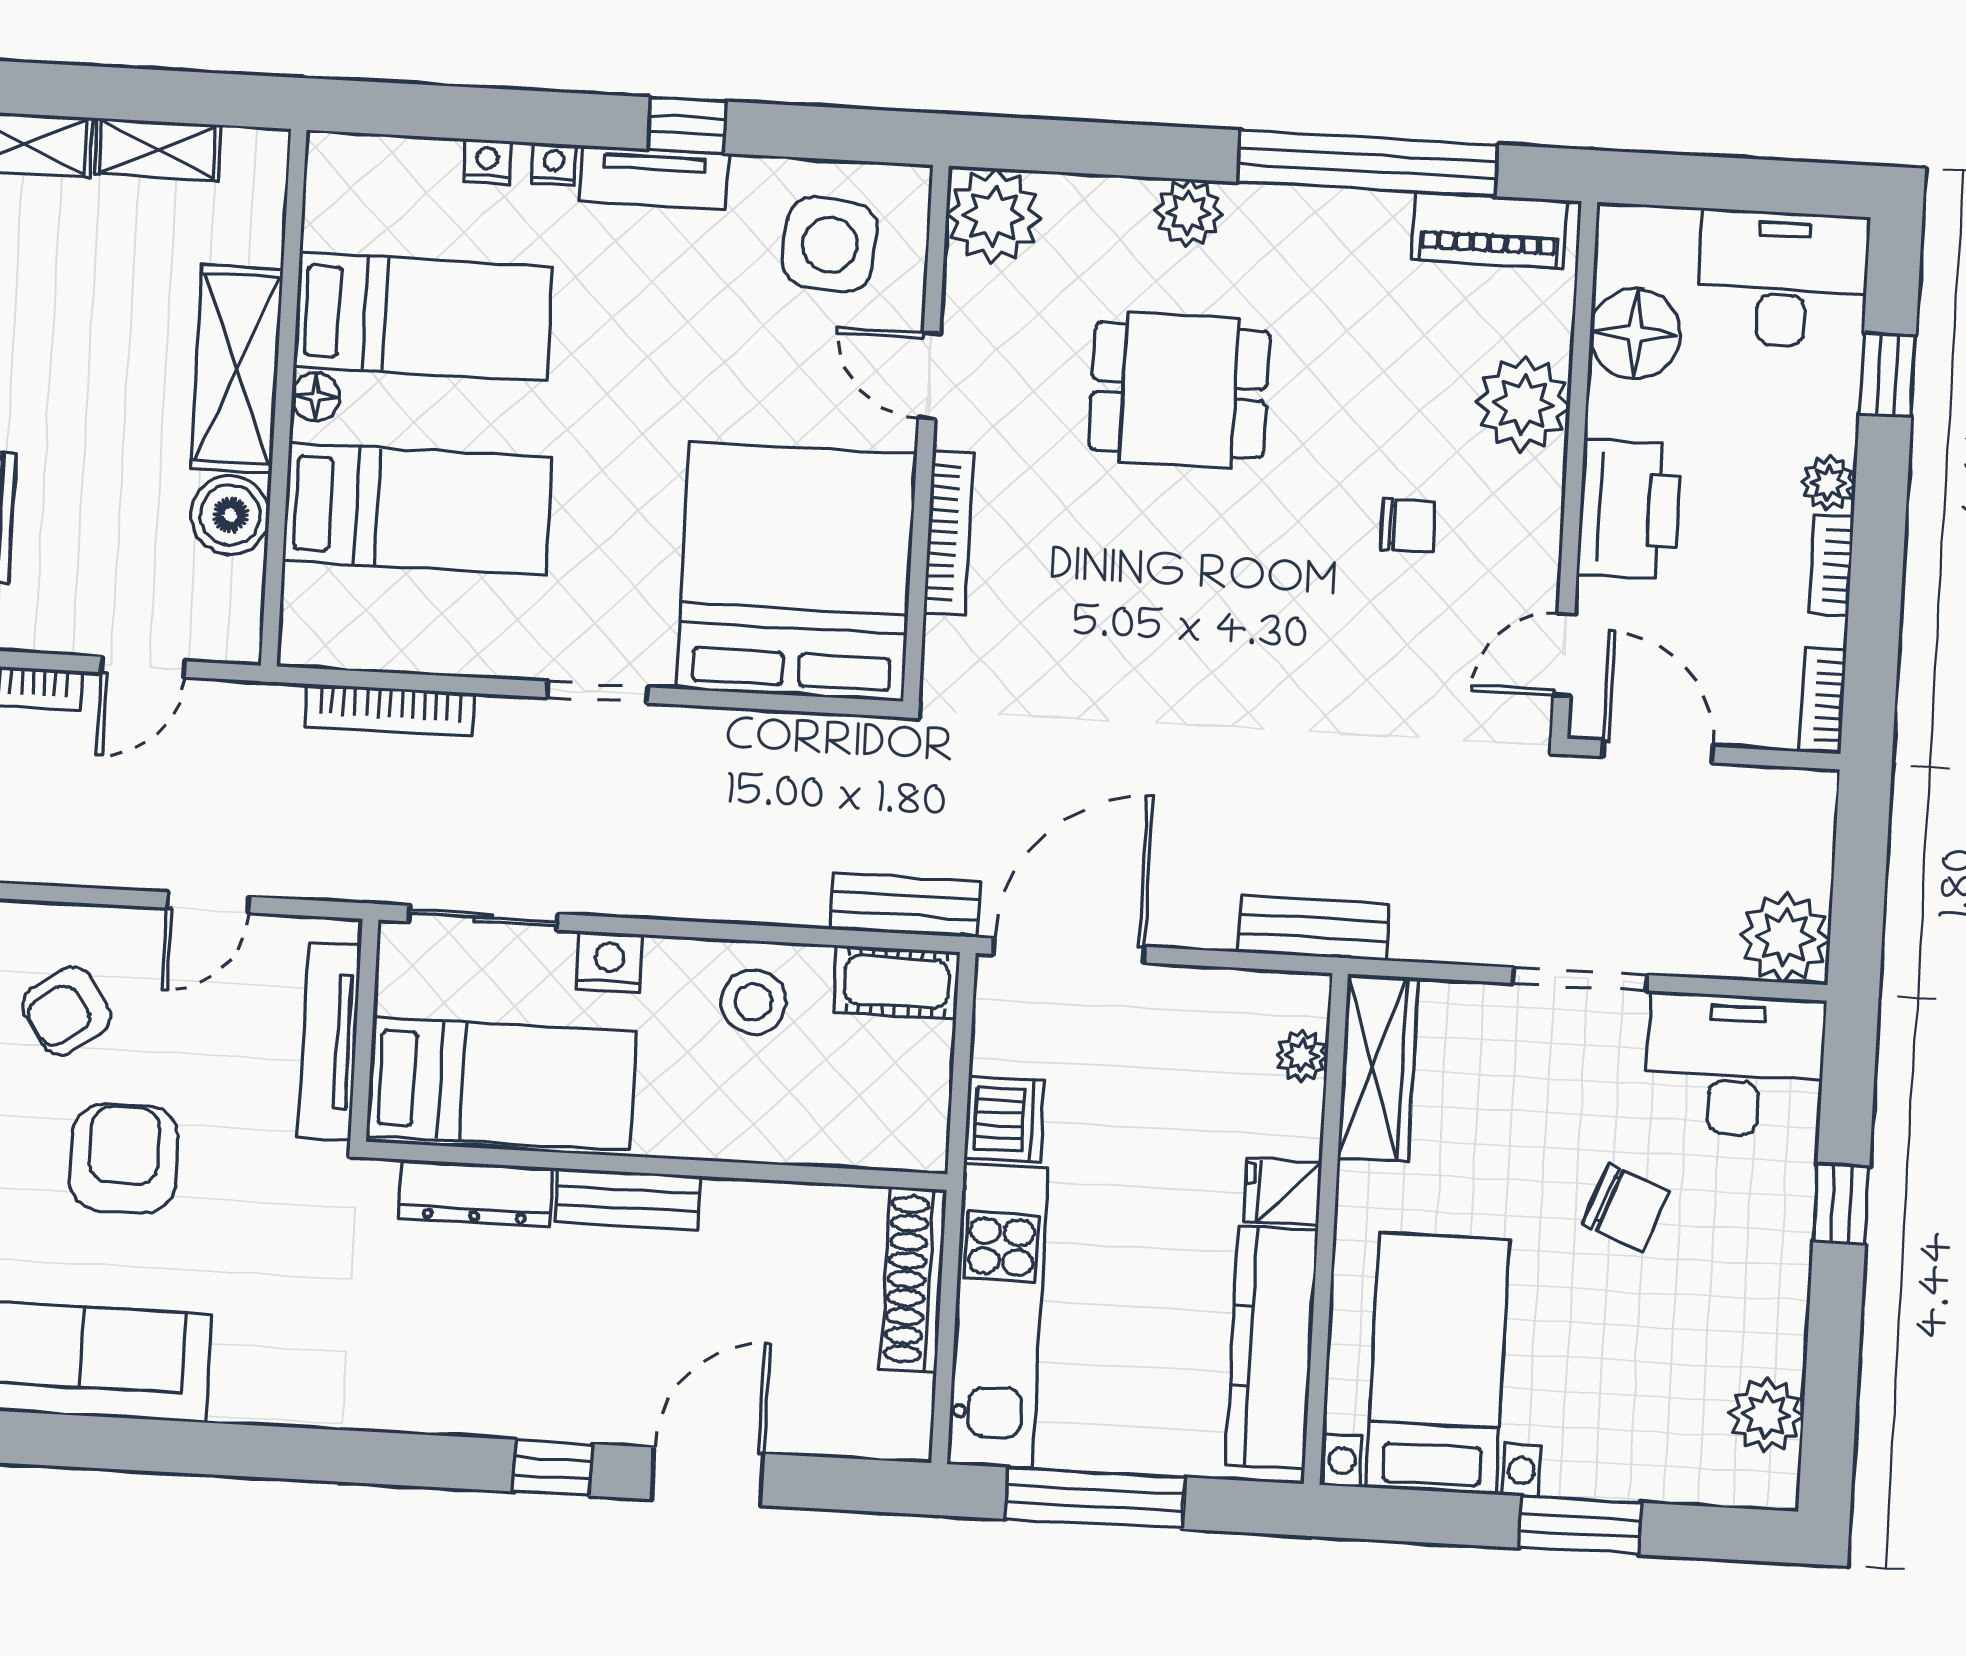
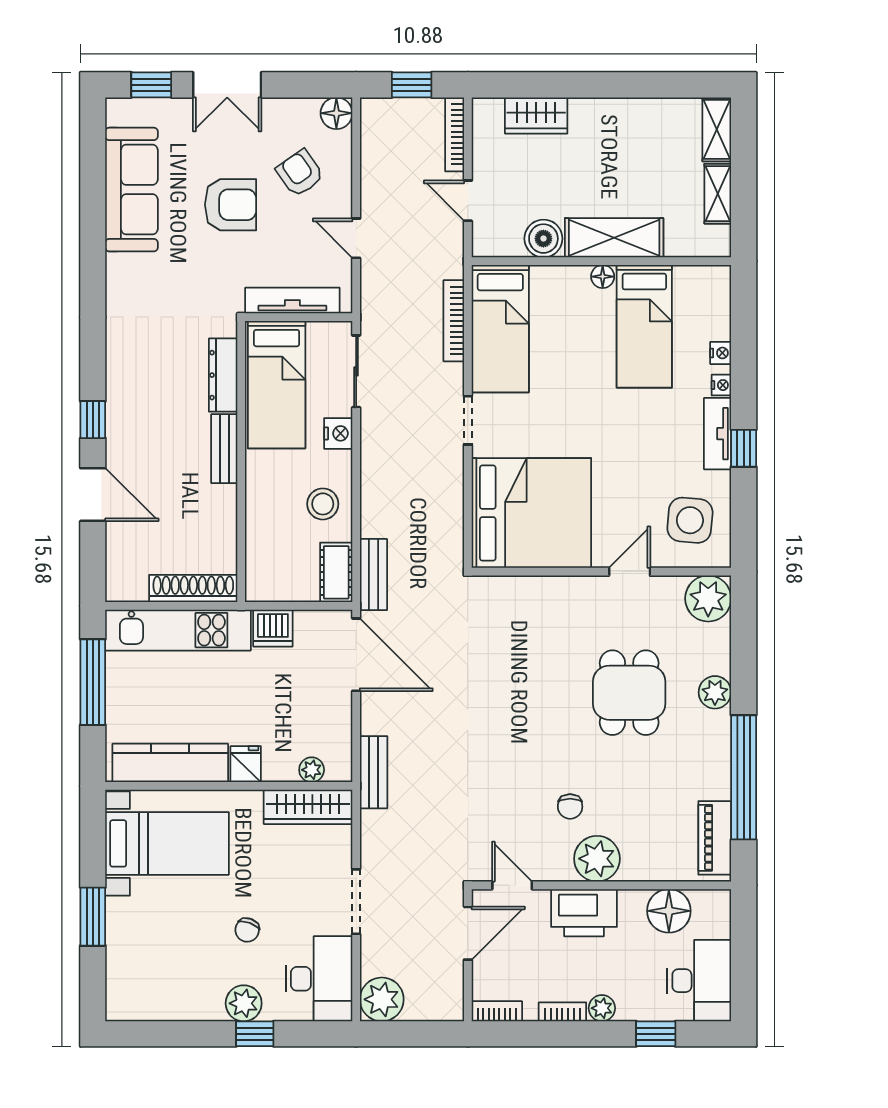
plant: (1523, 404) -> (597, 859), moved
bed: (417, 509) -> (500, 329), moved
bookcase: (949, 532) -> (554, 586), removed
chair: (1626, 1208) -> (247, 930), width x0.73, depth x0.73
plant: (1766, 1415) -> (244, 1003), moved

